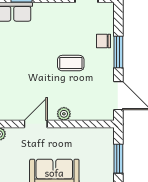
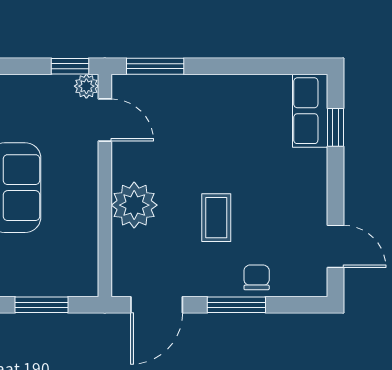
plant: (64, 114) -> (134, 205), width x1.88, depth x1.88
door: (36, 124) -> (105, 120), moved

